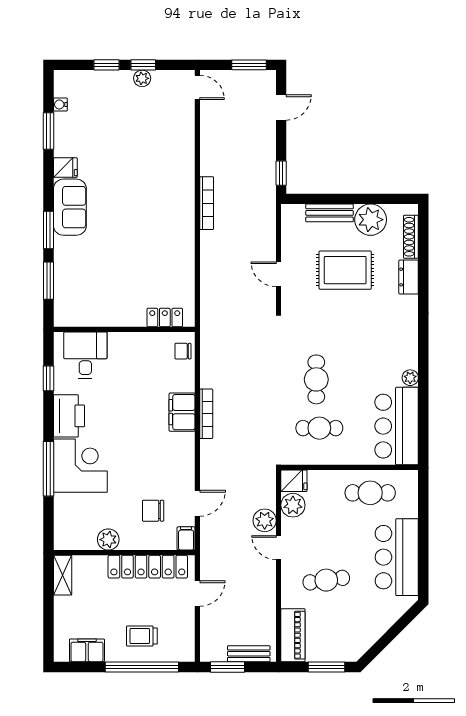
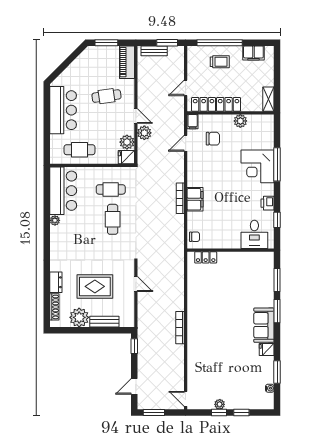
printer: (69, 416) -> (268, 203), width x0.53, depth x0.68

